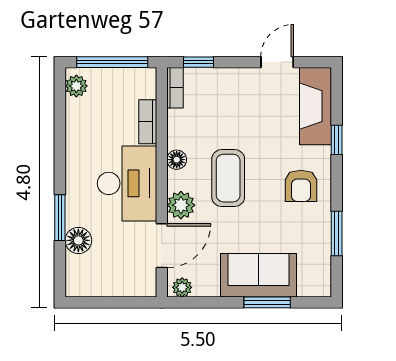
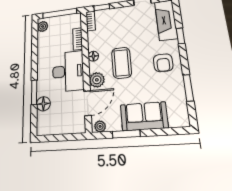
window: (267, 302) -> (126, 134), moved

